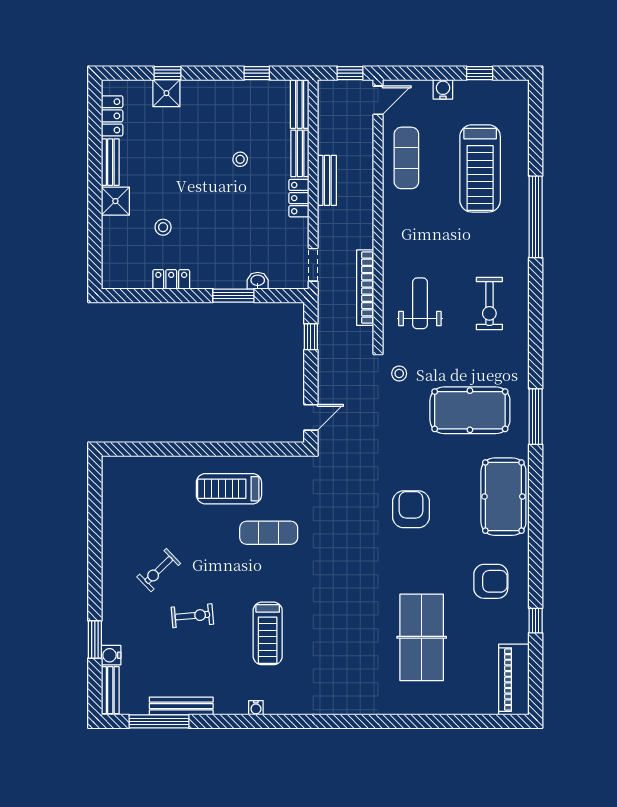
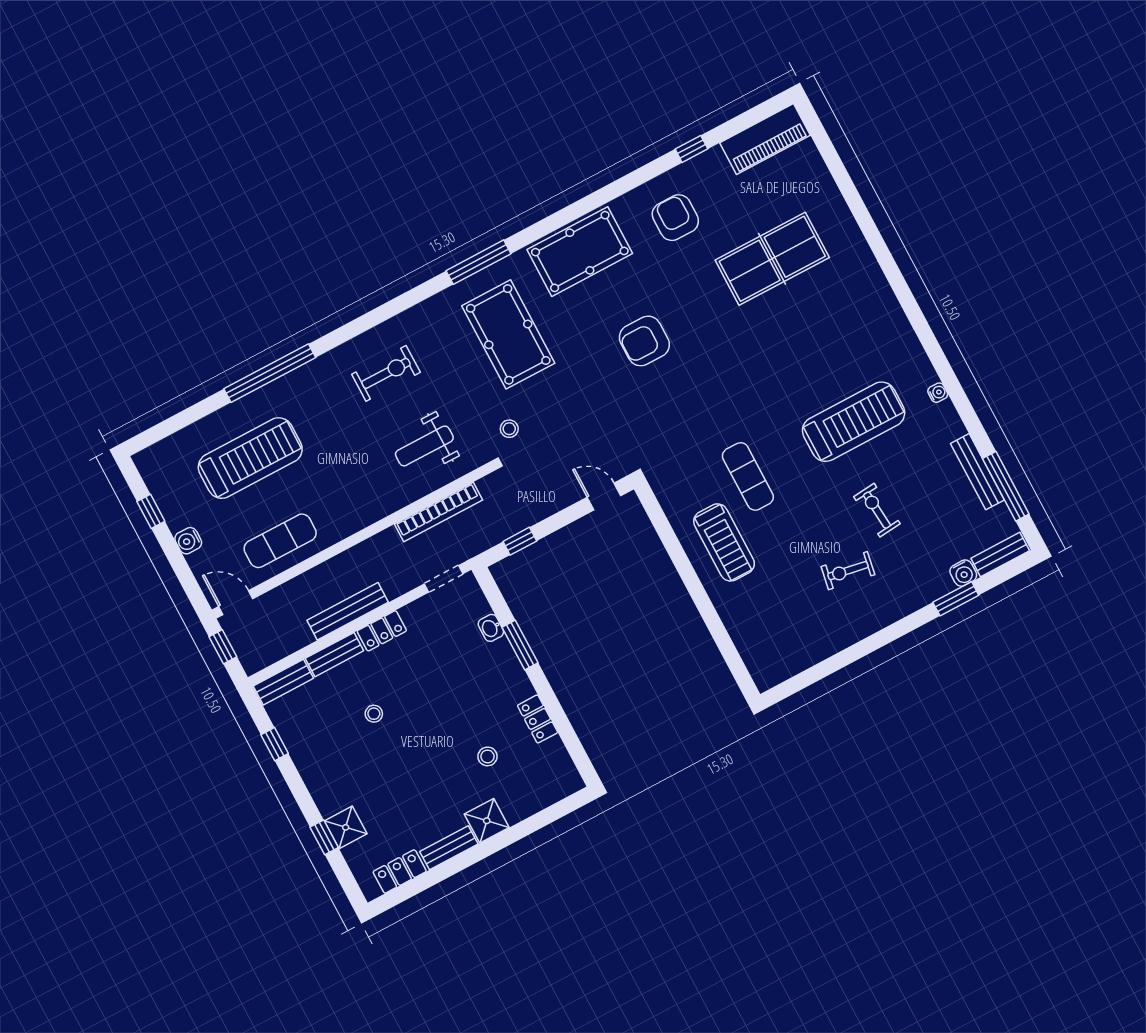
bench: (327, 180) -> (348, 611), width x1.36
exercise bike: (159, 570) -> (848, 571), turned 144
treadmill: (268, 633) -> (854, 422), width x1.37, depth x1.38

